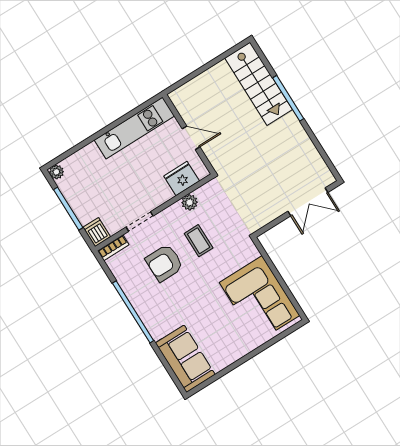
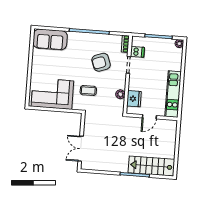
dishwasher: (97, 232) -> (137, 52), moved
coffee table: (199, 241) -> (88, 91), moved
armchair: (164, 263) -> (101, 62), turned -110

